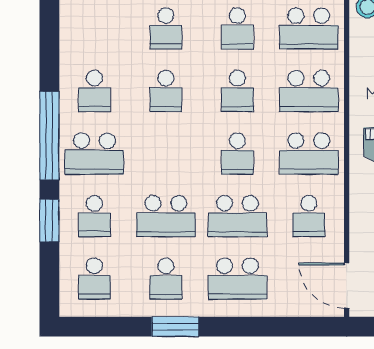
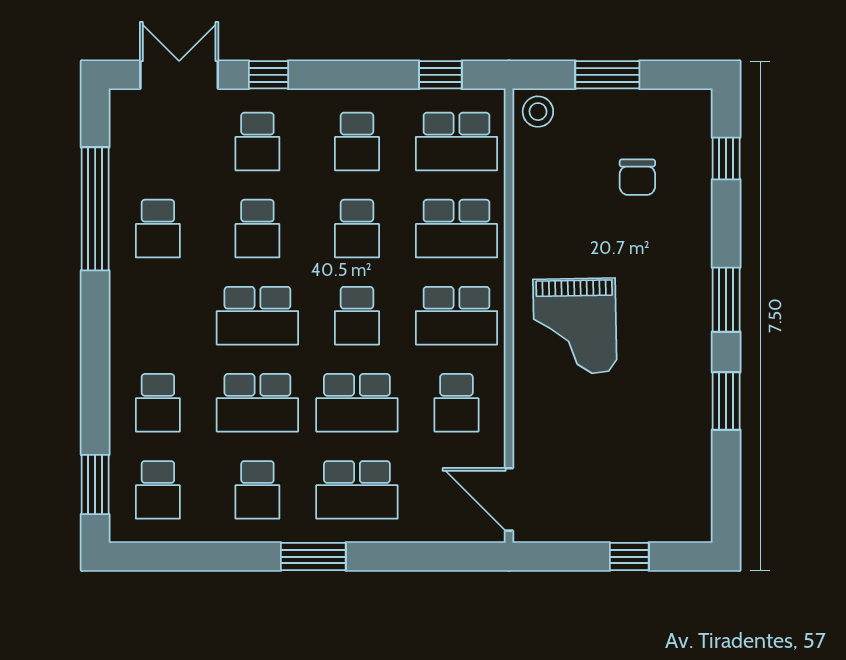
window: (49, 136) -> (95, 209), moved
school desk: (94, 154) -> (257, 316), moved
window: (49, 221) -> (95, 485), moved
window: (175, 327) -> (313, 557), moved

